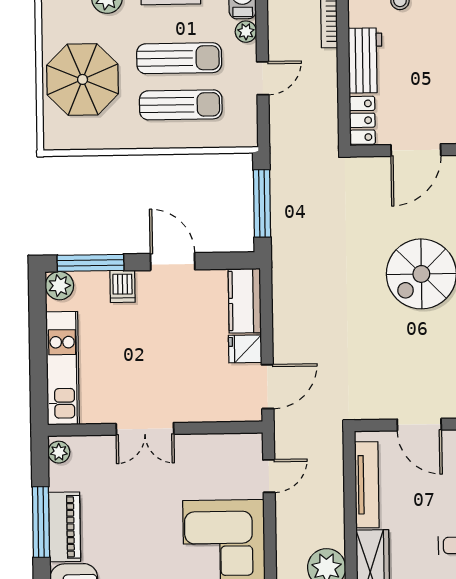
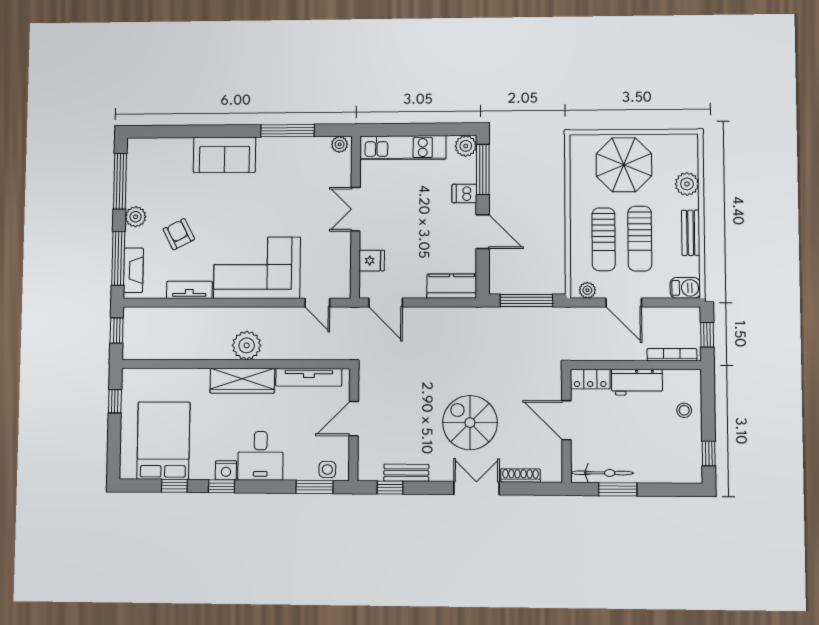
plant: (246, 32) -> (587, 290), moved
door: (263, 78) -> (624, 303), width x1.38
door: (173, 262) -> (483, 232), hinge flipped
fridge: (245, 349) -> (372, 261), moved, turned 90
piano: (65, 527) -> (283, 148), removed

